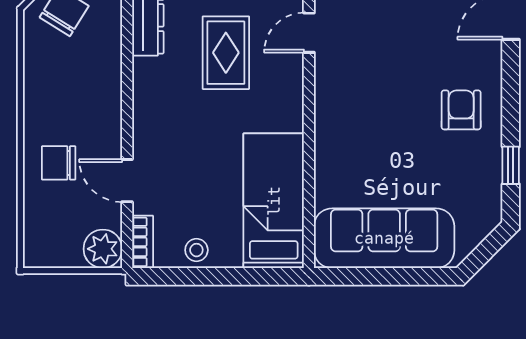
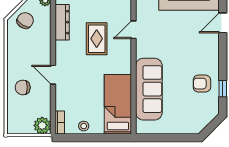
armchair: (461, 110) -> (202, 84), moved, turned -90
door: (127, 181) -> (53, 75), moved
sofa: (384, 238) -> (149, 89), moved, turned 90

